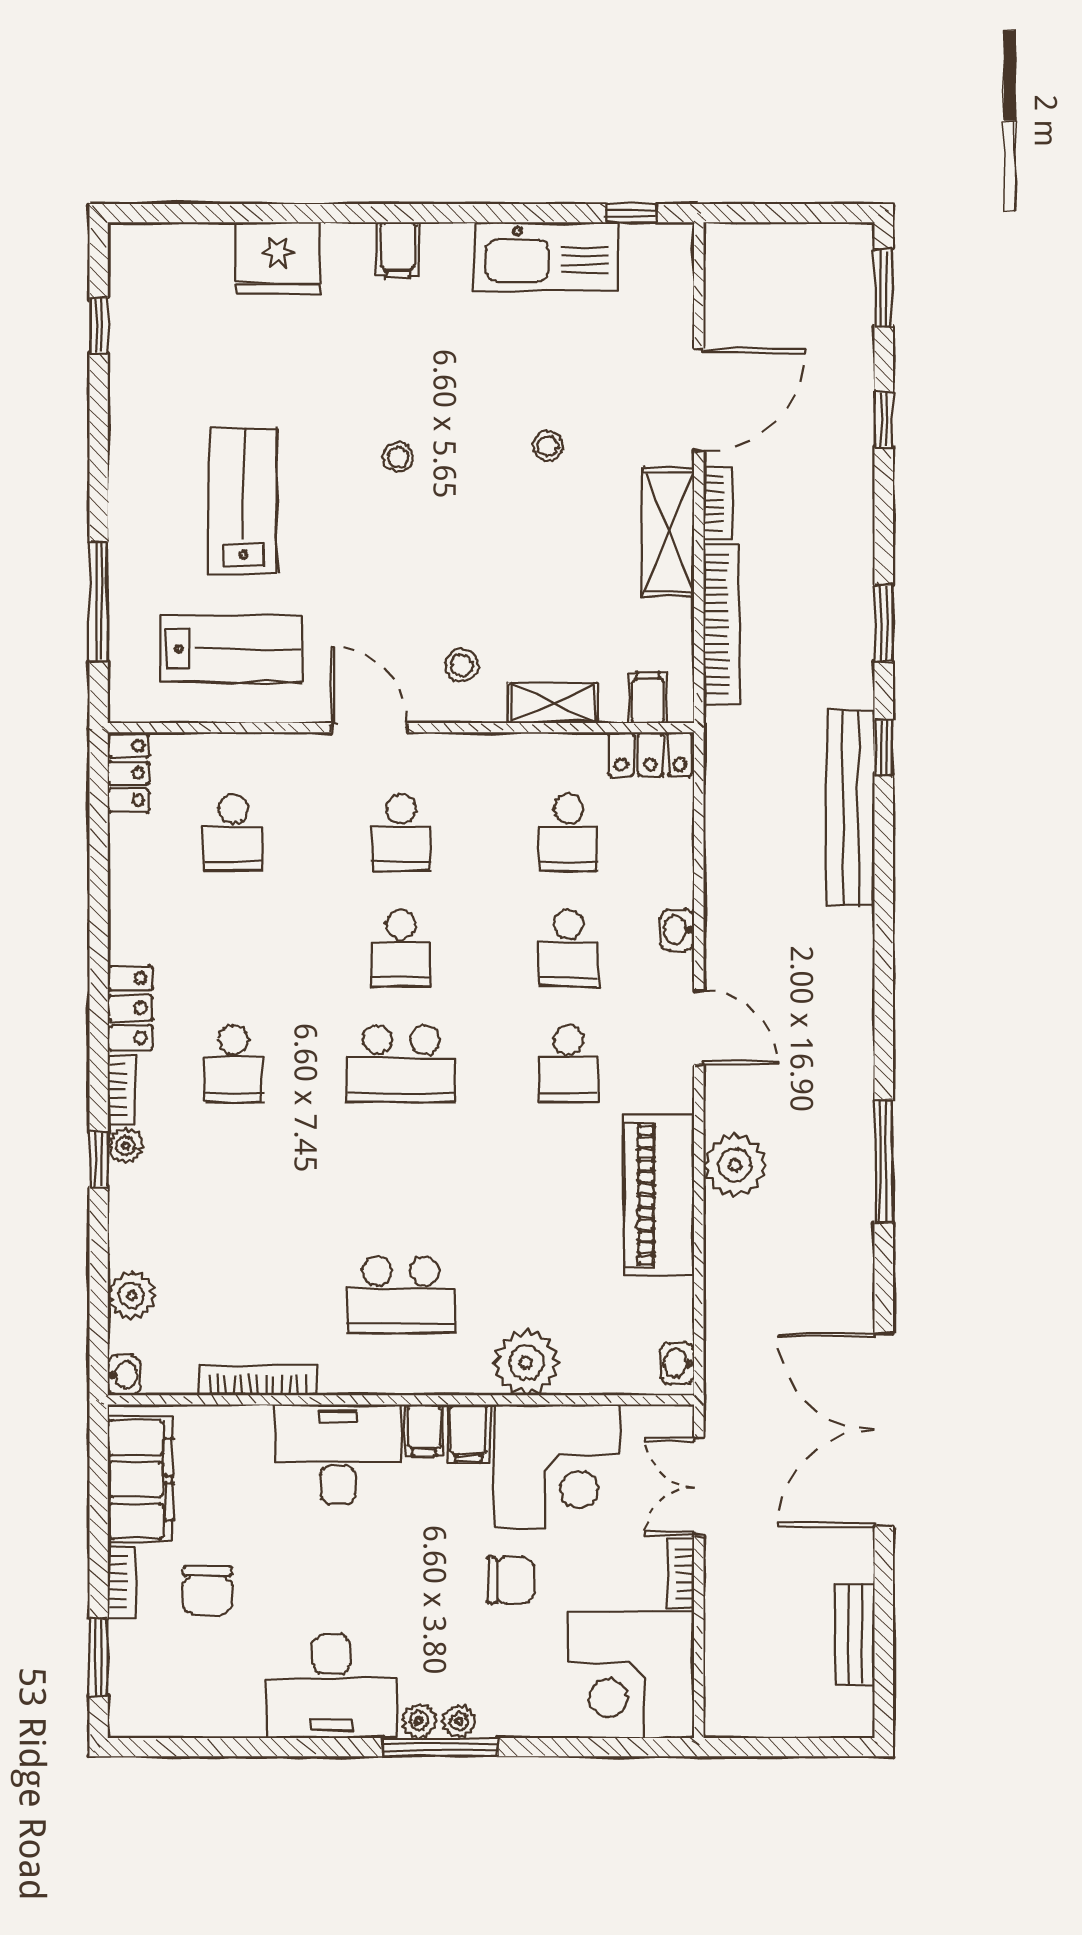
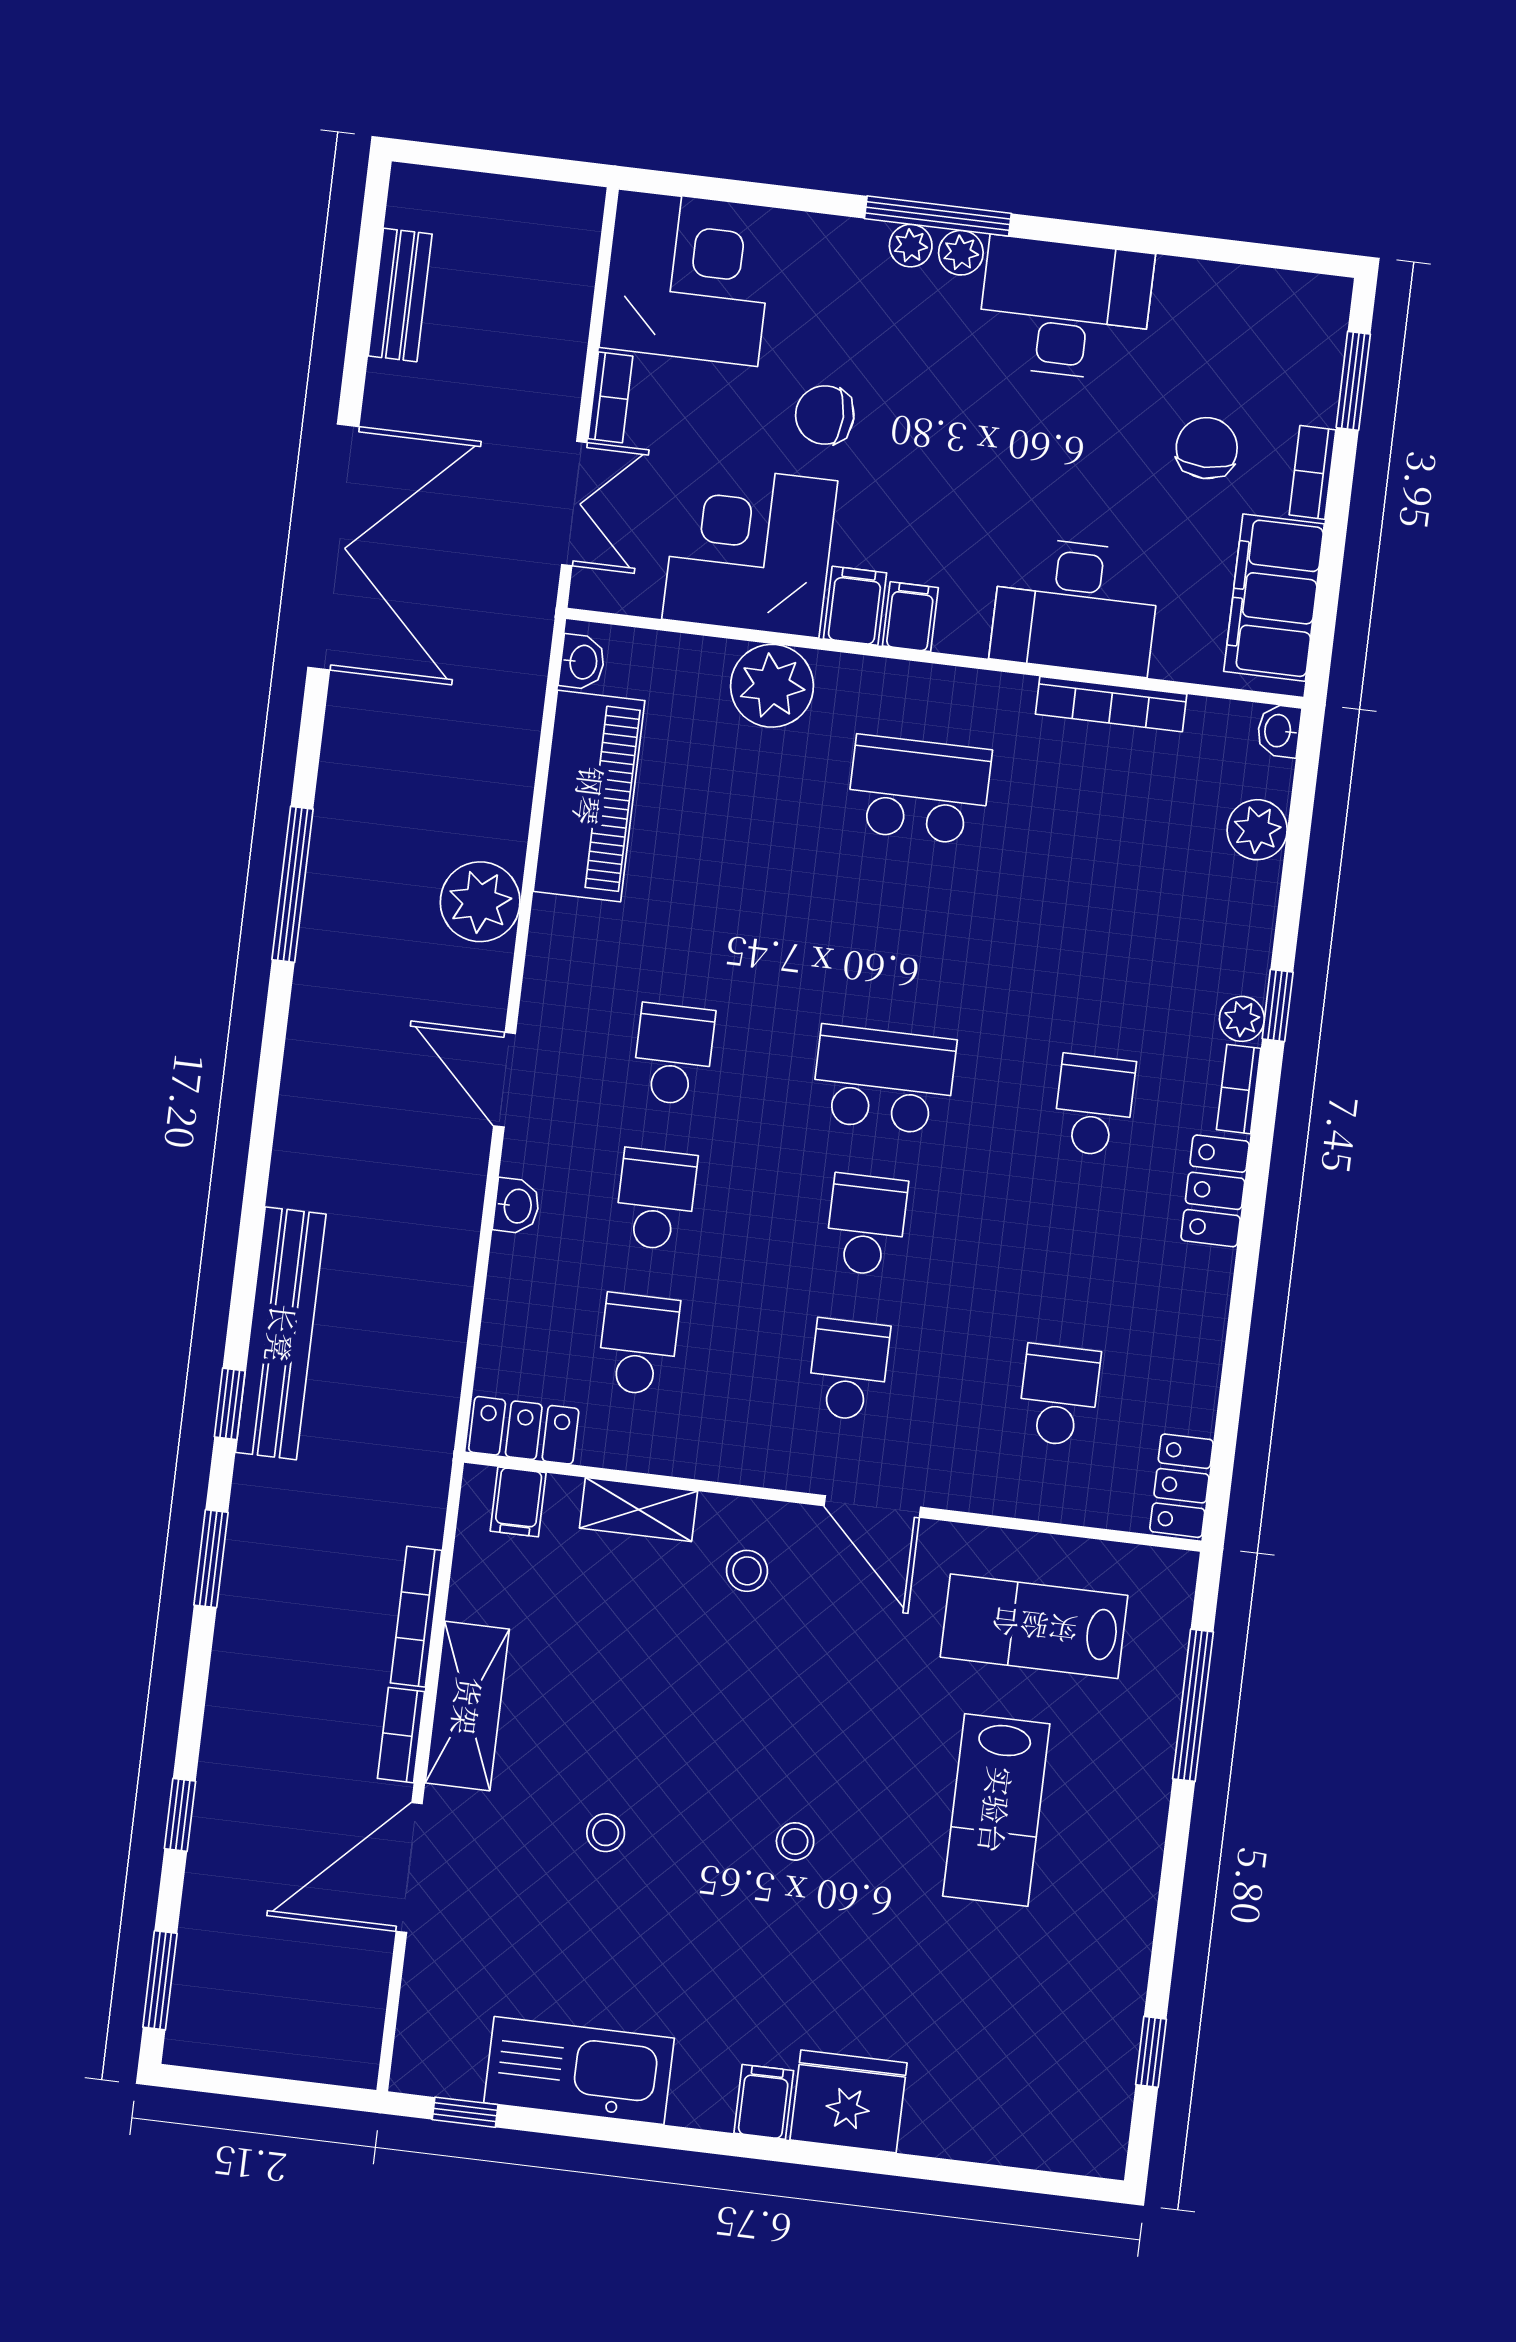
fridge: (278, 258) -> (849, 2101), moved
bookcase: (722, 624) -> (416, 1617), width x0.68, depth x0.76
piano: (659, 1195) -> (589, 796), moved
desk: (338, 1454) -> (1075, 606), moved

